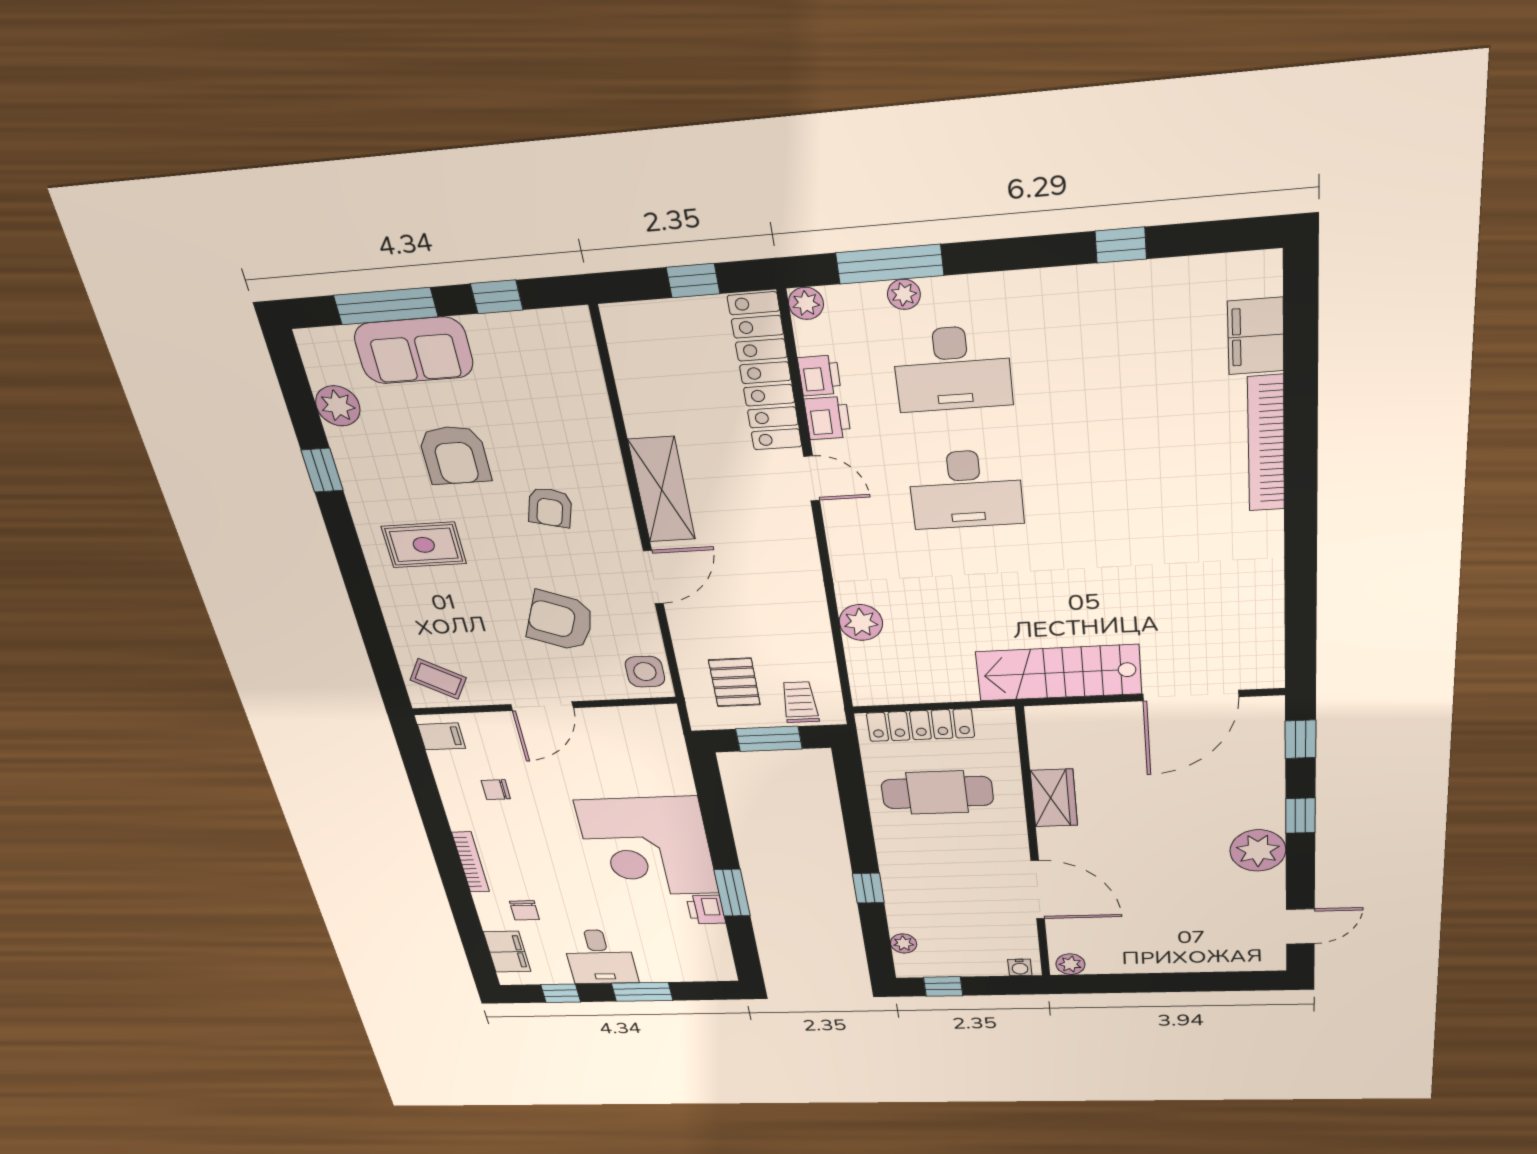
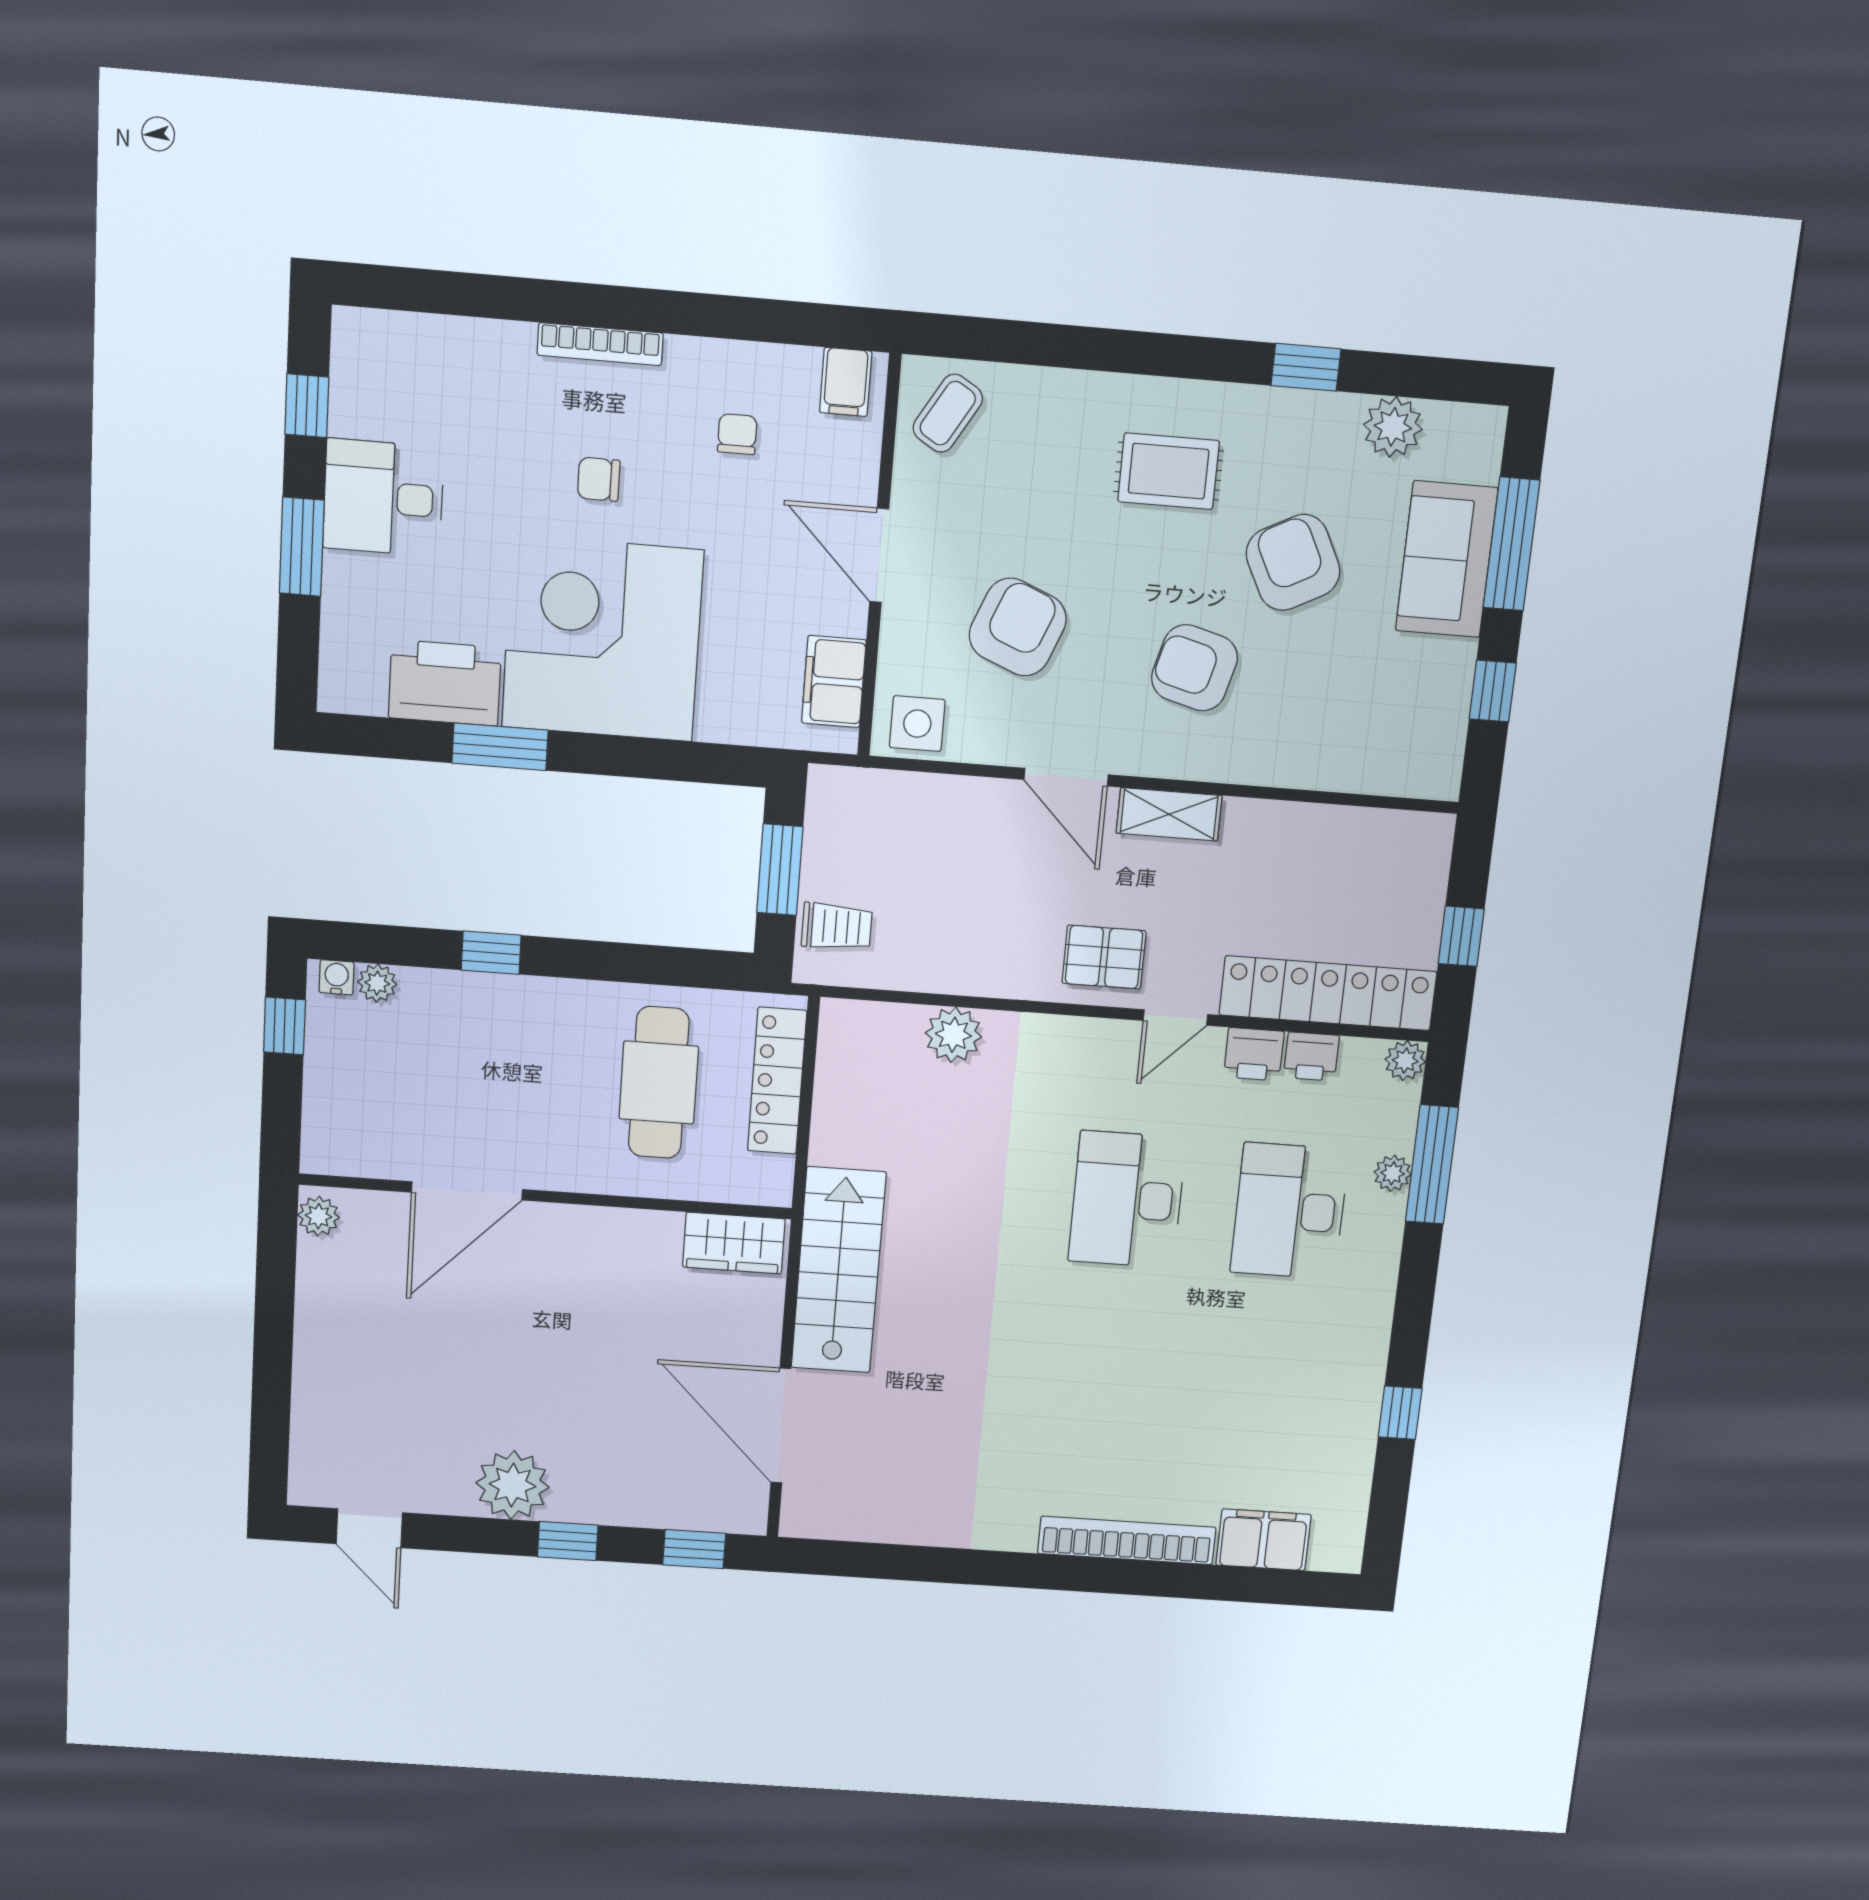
armchair: (455, 455) -> (1293, 562), turned 63
shelving: (662, 490) -> (1169, 814), width x0.67, depth x0.75
armchair: (550, 507) -> (1194, 668), width x1.38, depth x1.38
rug: (424, 545) -> (1169, 471), turned 90
pallet: (734, 682) -> (1104, 957), moved
wardrobe: (1054, 798) -> (734, 1243), moved
printer: (706, 909) -> (445, 683), width x1.87, depth x1.48
chair: (524, 910) -> (599, 479), moved
filing cabinet: (507, 952) -> (834, 681), moved, turned 90
water cooler: (1020, 967) -> (337, 977), moved, turned 90

